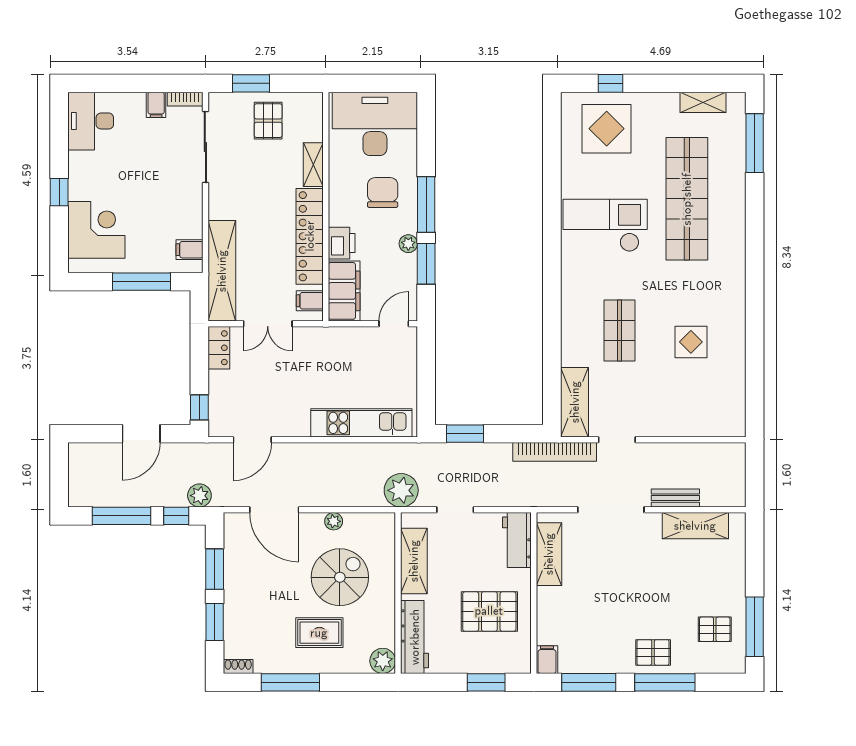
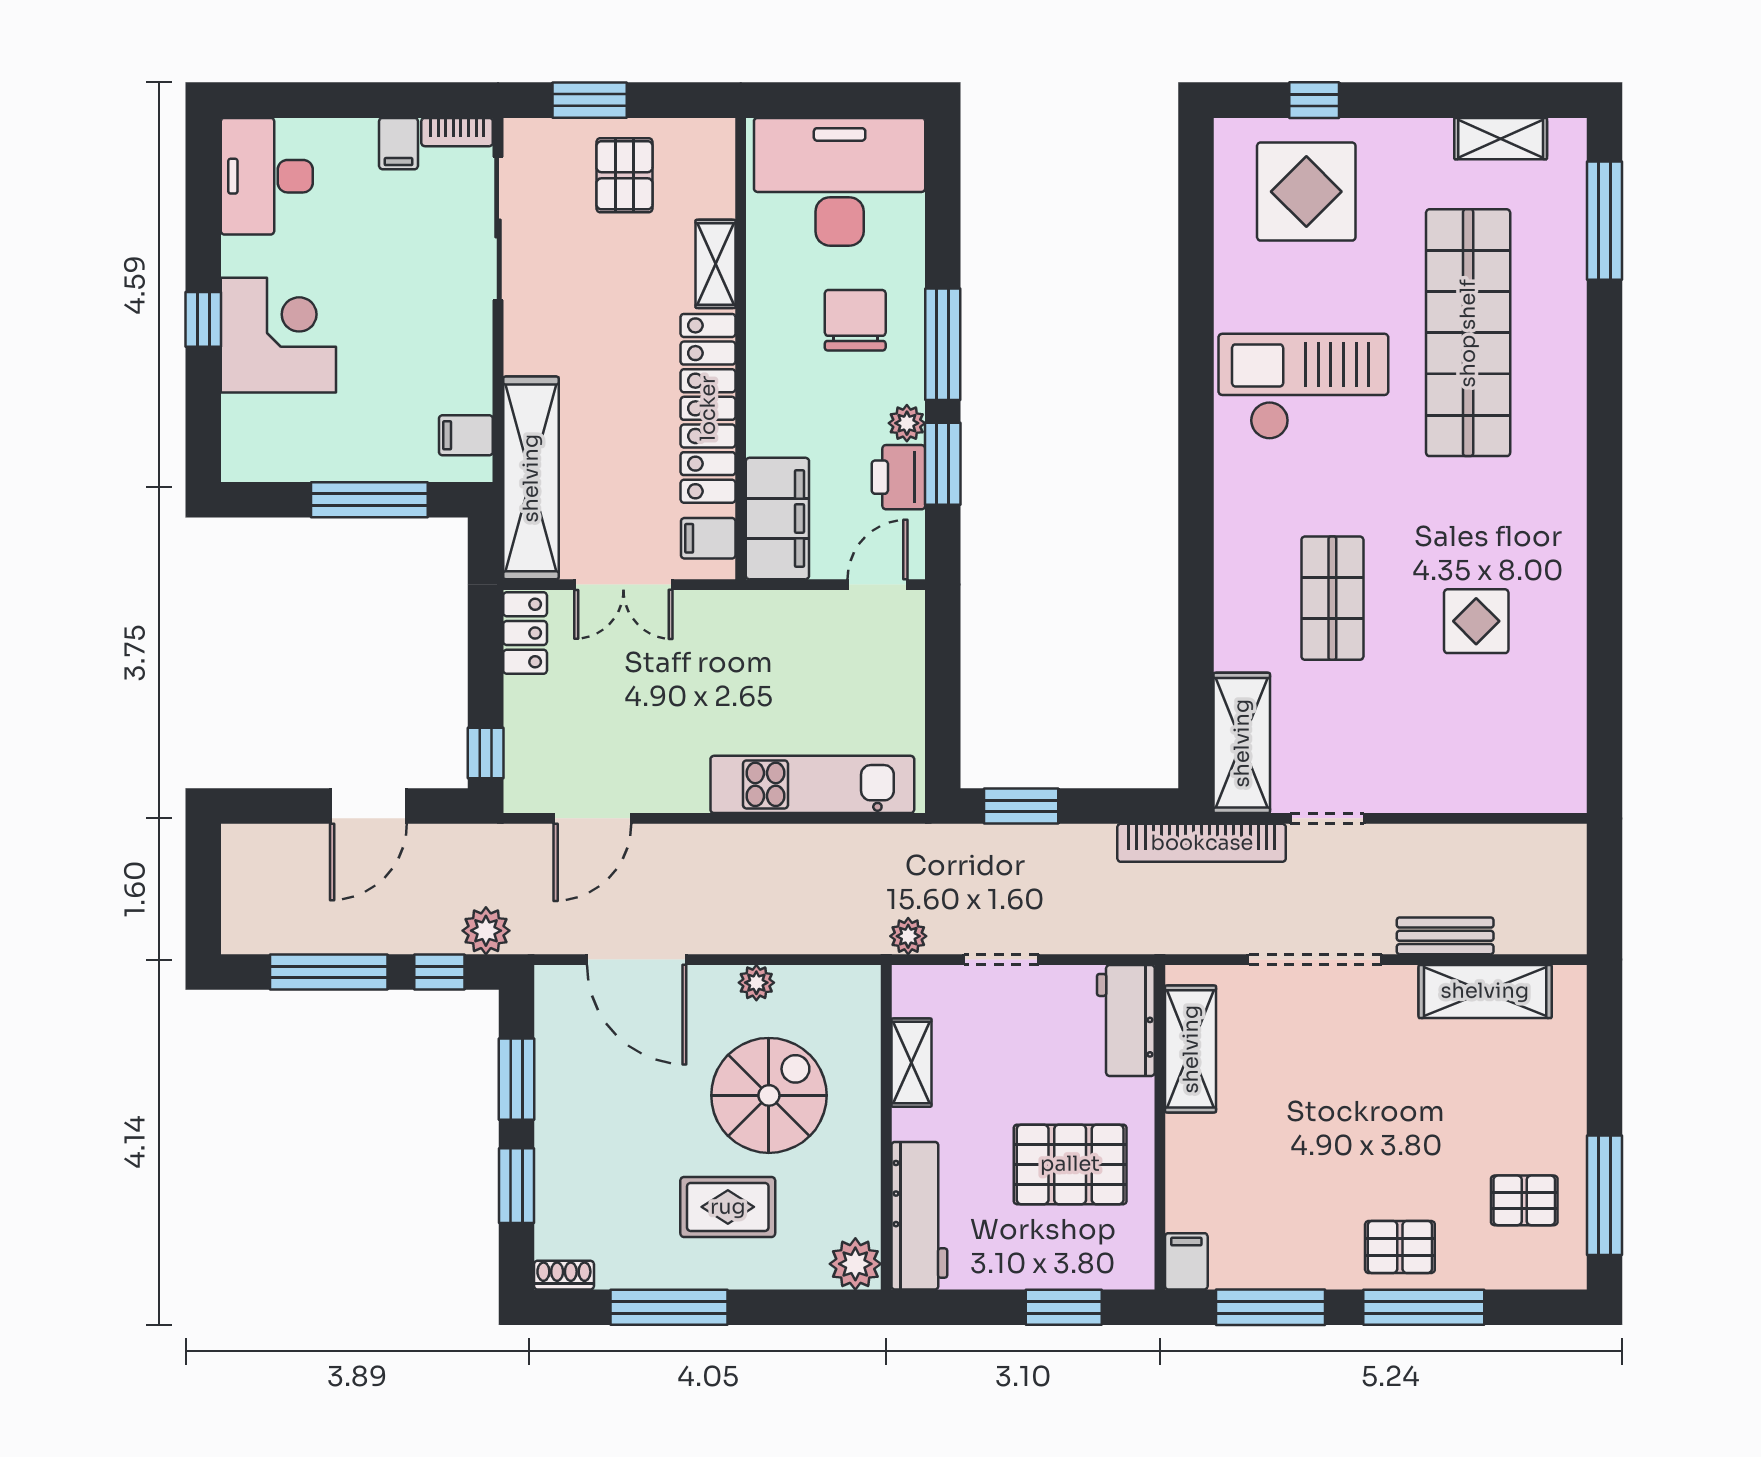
corner desk: (96, 230) -> (278, 335), moved
printer: (342, 243) -> (898, 477), moved, turned 180
plant: (401, 490) -> (908, 936), width x0.53, depth x0.53
shelving: (414, 561) -> (911, 1063), width x0.67, depth x0.75

